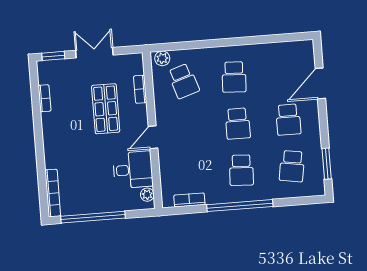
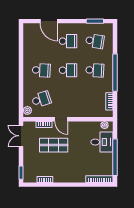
double door: (94, 53) -> (21, 136), moved
door: (153, 137) -> (61, 119), moved
desk: (133, 170) -> (102, 142), moved, turned 90

